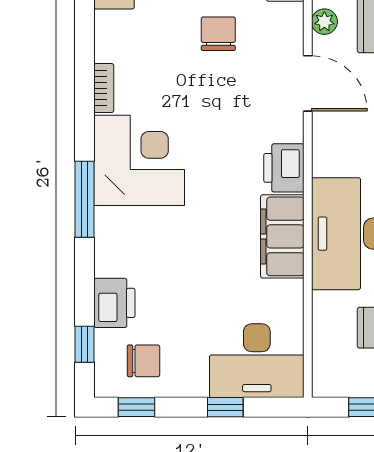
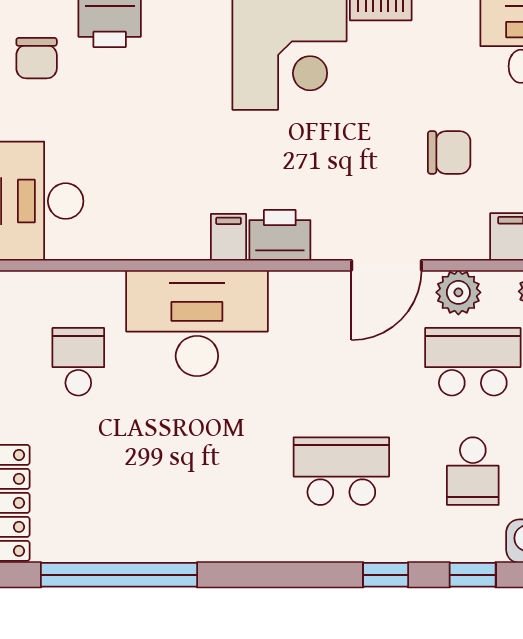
plant: (324, 22) -> (458, 292), width x1.38, depth x1.38
filing cabinet: (282, 236) -> (229, 237), width x0.33, depth x0.86

